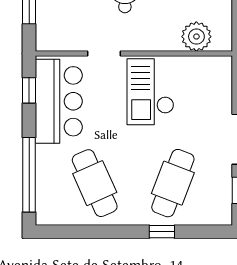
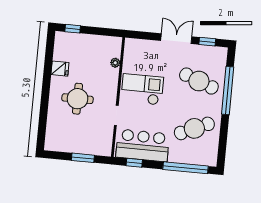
plant: (196, 37) -> (115, 63), width x0.53, depth x0.53
checkout: (150, 92) -> (142, 89), turned 180
window: (162, 232) -> (228, 90), width x3.17

